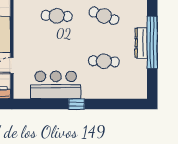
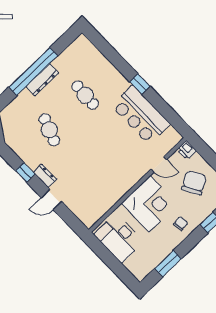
cafe table: (57, 16) -> (86, 167), removed

